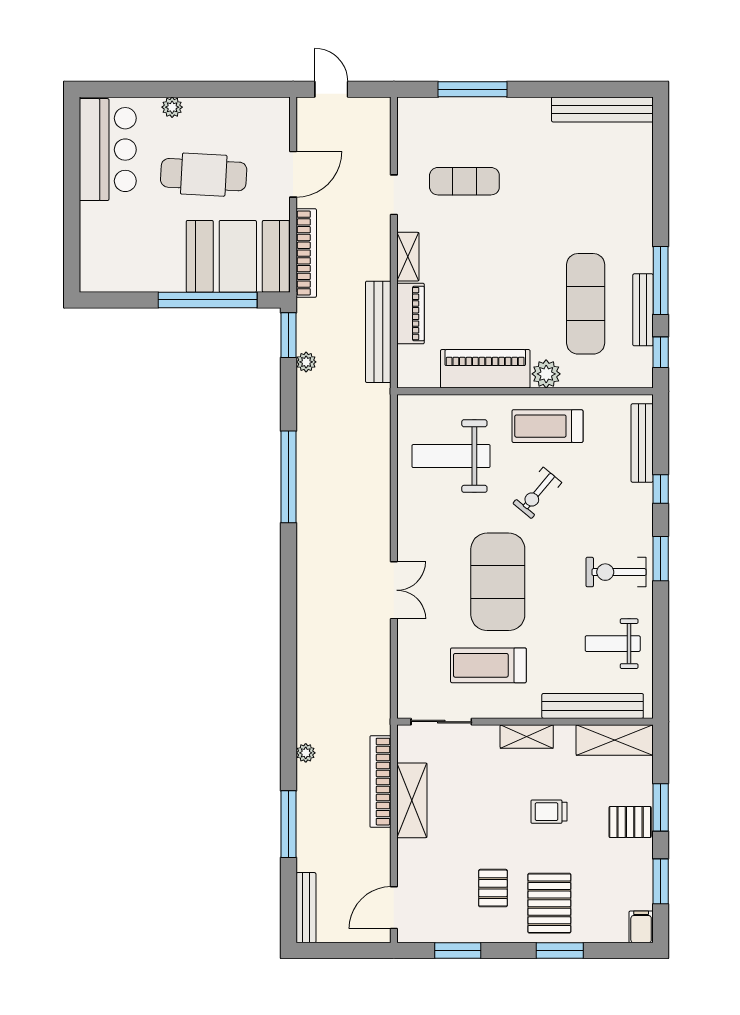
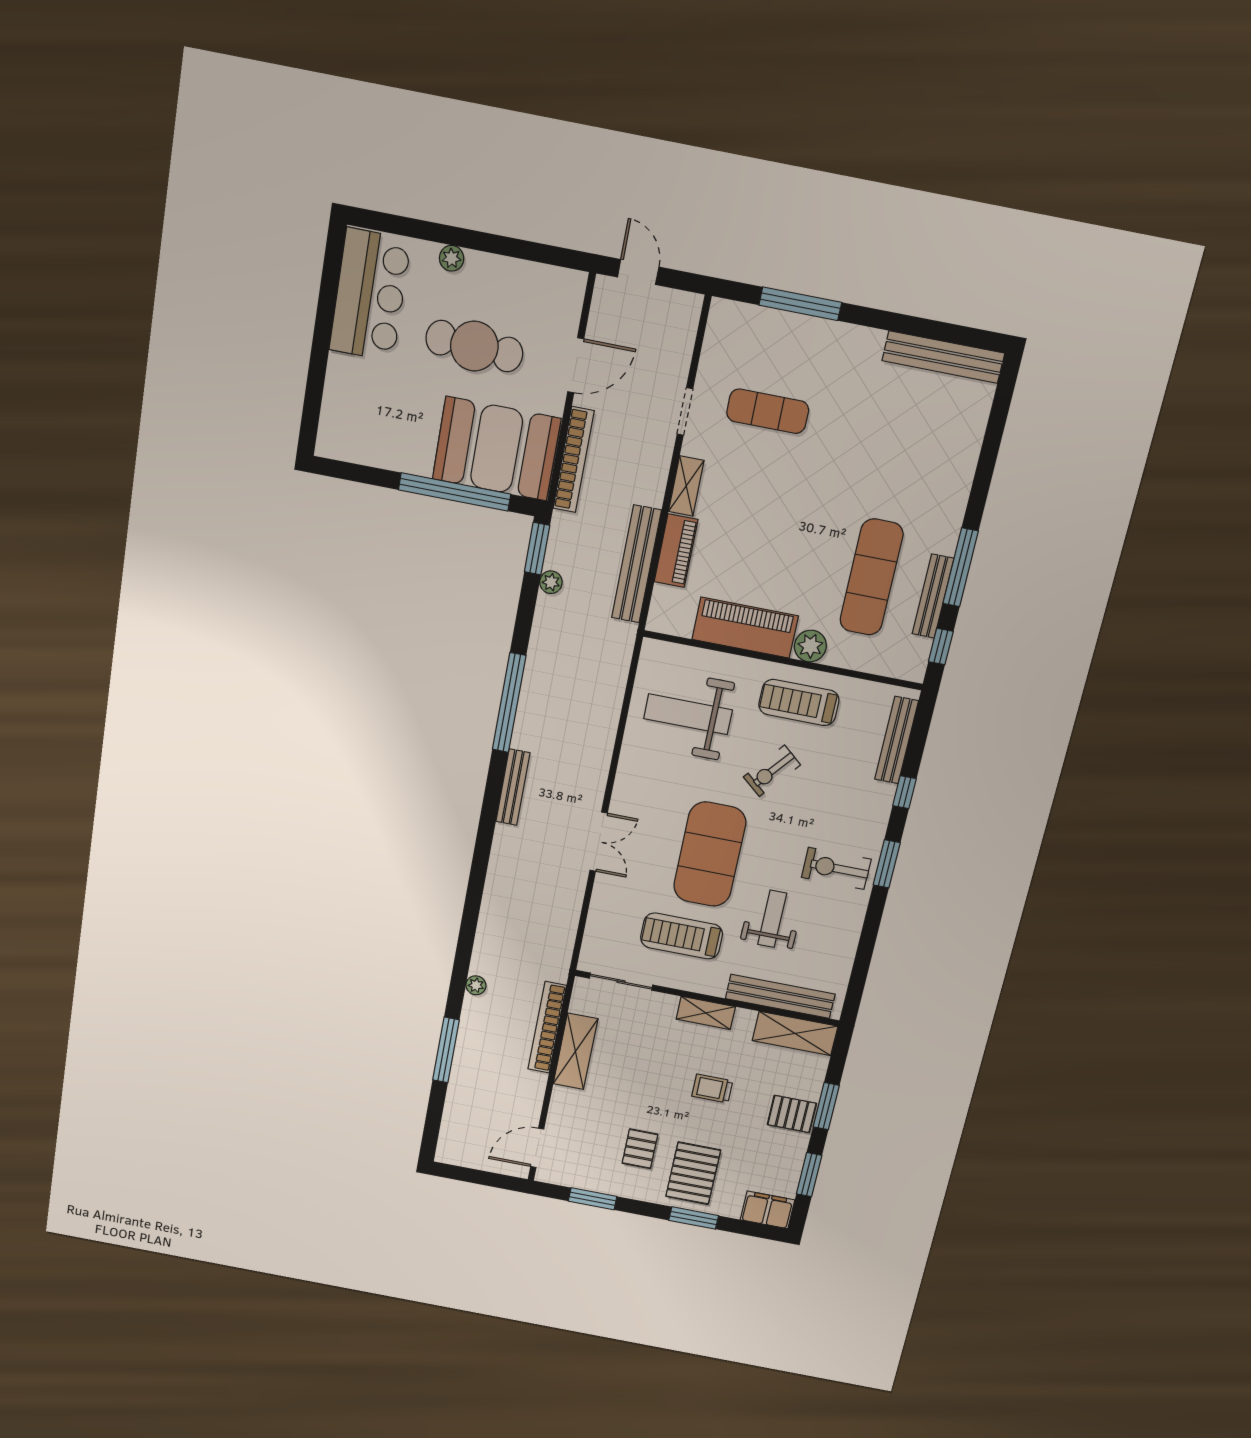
weight bench: (613, 644) -> (772, 919), moved, turned 90
bench: (306, 908) -> (513, 787), moved
filing cabinet: (641, 927) -> (767, 1210), width x2.00

